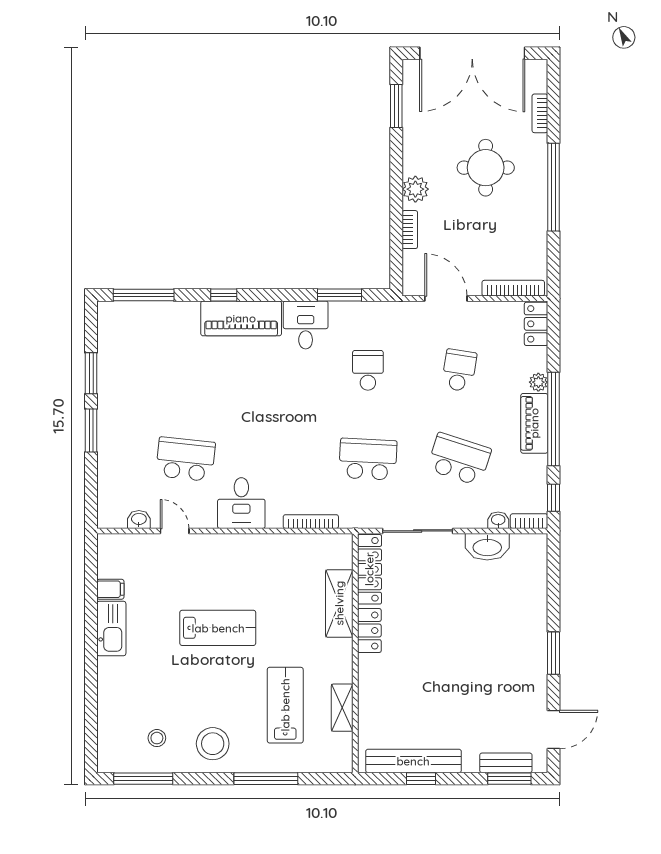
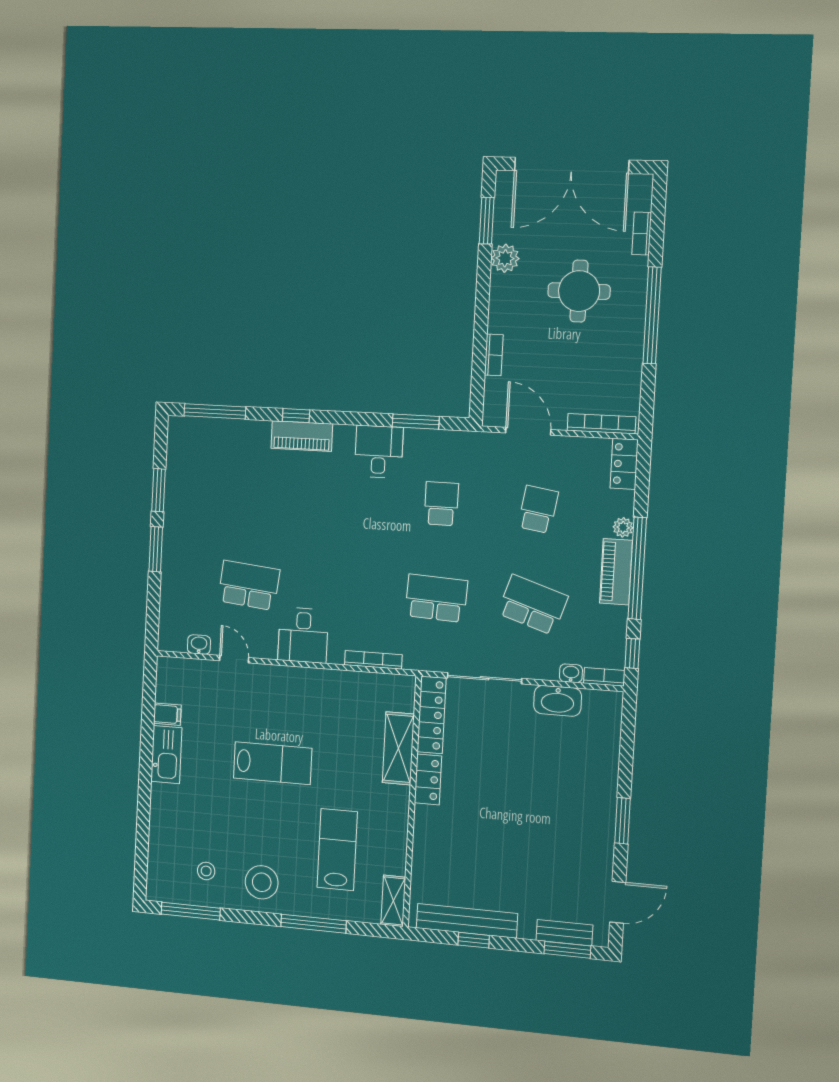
plant: (415, 189) -> (505, 258), moved
piano: (241, 318) -> (302, 436), width x0.73, depth x0.75
shelving: (342, 708) -> (393, 901), moved

